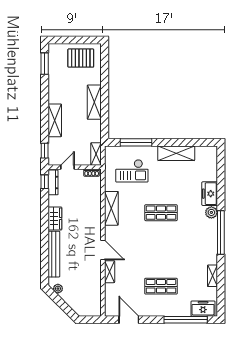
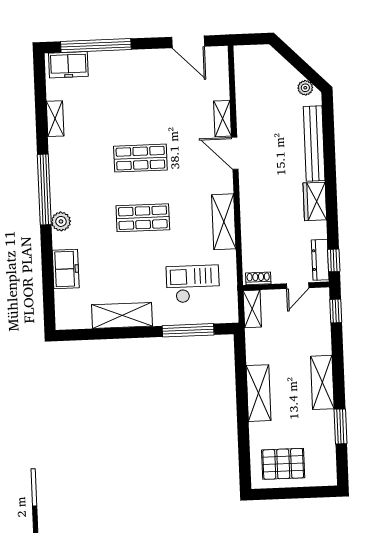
window: (45, 64) -> (340, 426), moved
shelving: (55, 120) -> (322, 382), moved
freezer: (210, 194) -> (66, 269), moved
shop shelf: (161, 286) -> (140, 158), moved

